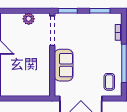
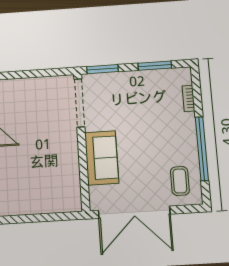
plant: (29, 19) -> (40, 86), removed

